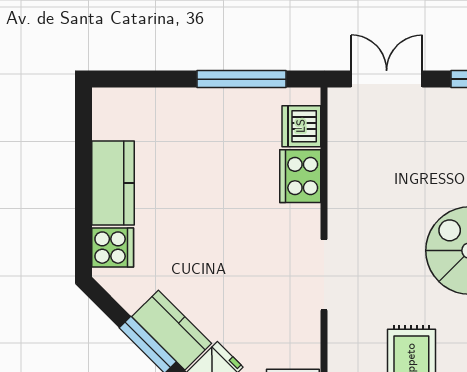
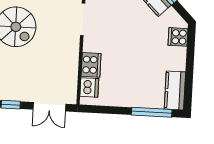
window: (241, 79) -> (152, 112), moved
kitchen counter: (113, 183) -> (175, 90), moved

